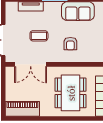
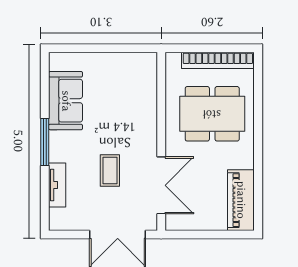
armchair: (70, 44) -> (124, 114), removed

